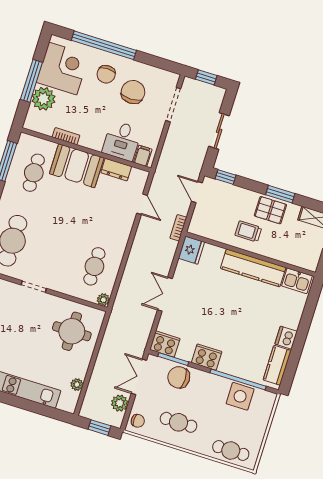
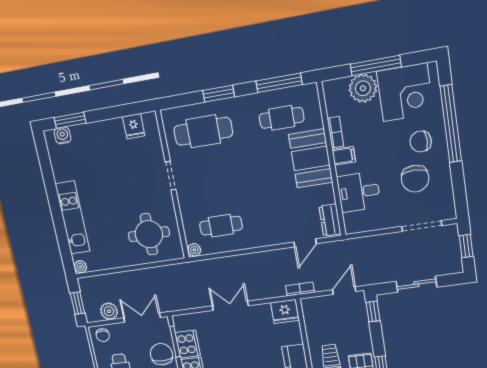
chair: (133, 92) -> (415, 179), turned 90
filing cabinet: (143, 156) -> (344, 156), moved
dresser: (116, 170) -> (330, 220), moved
cooker: (165, 344) -> (188, 344), moved
plant: (77, 385) -> (80, 267), moved

